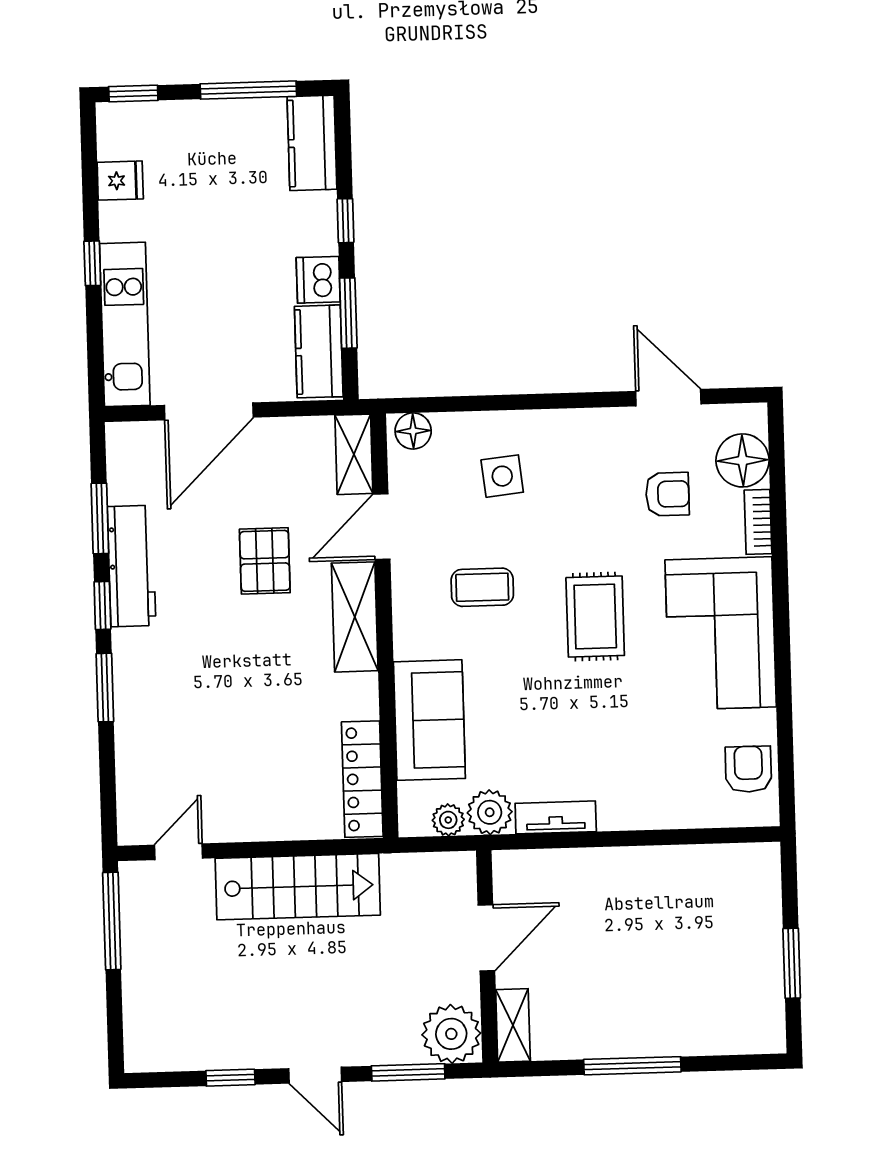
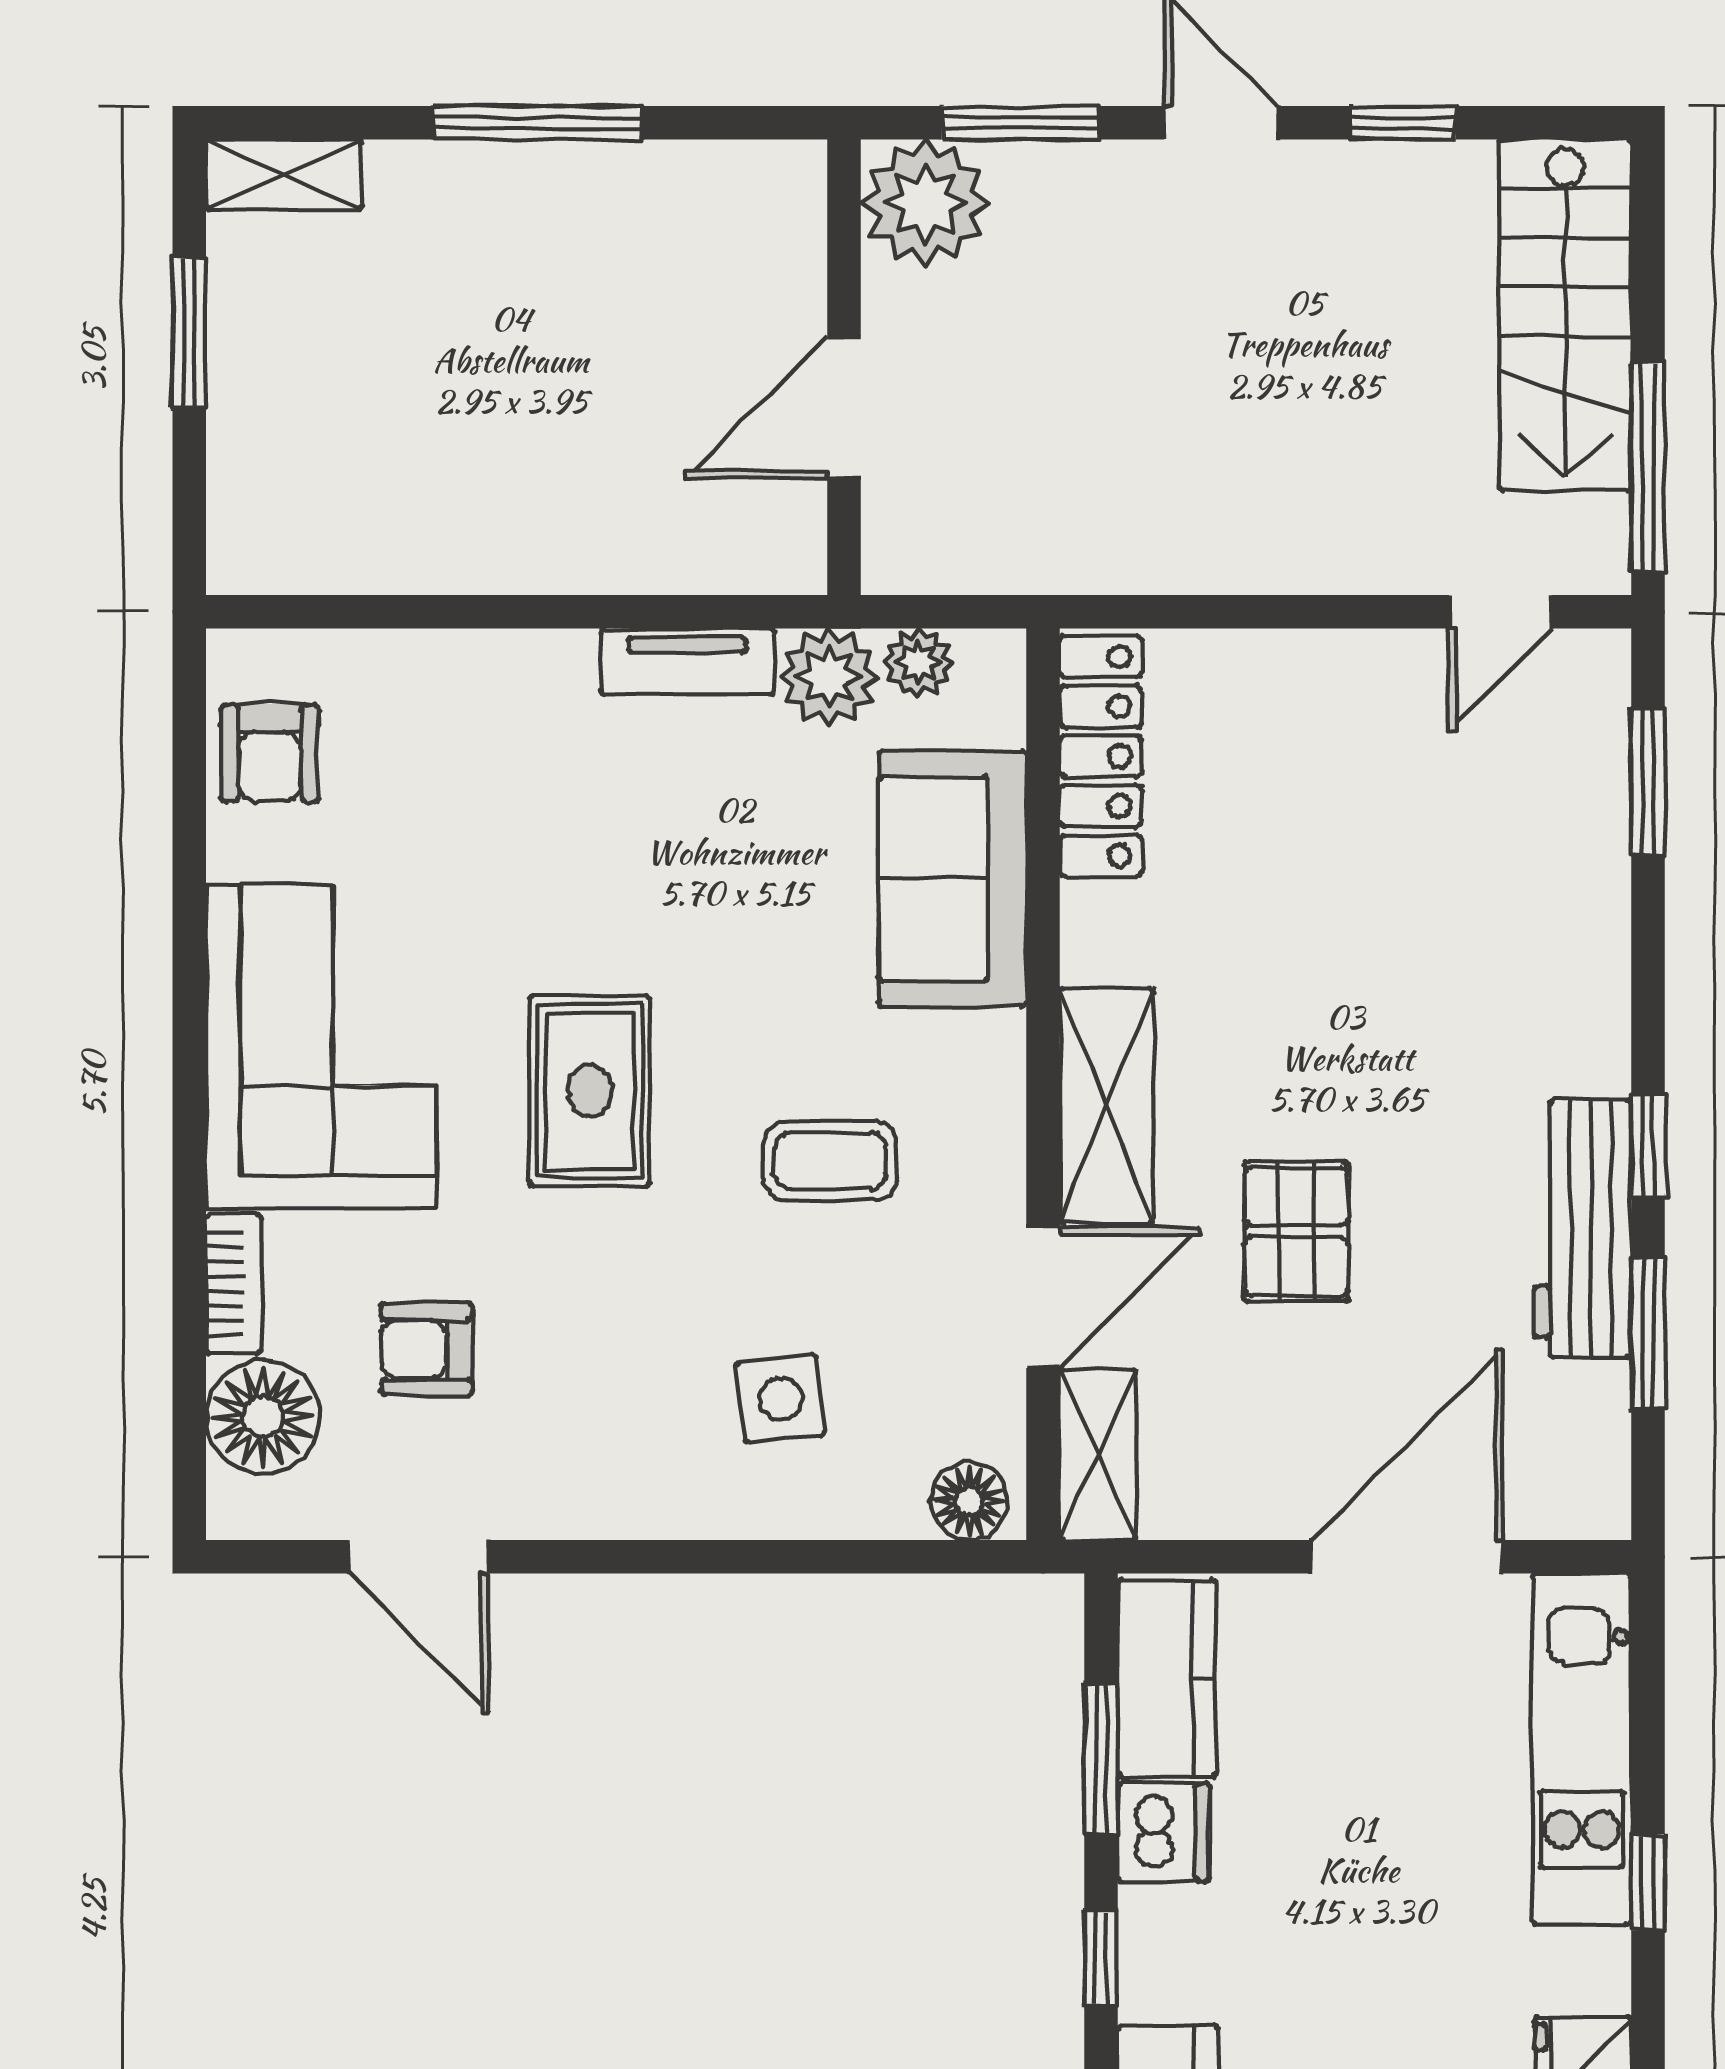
window: (105, 688) -> (1648, 782), moved
stairs: (298, 887) -> (1565, 315), moved, turned -90
shelving: (513, 1025) -> (284, 174), moved, turned 90

